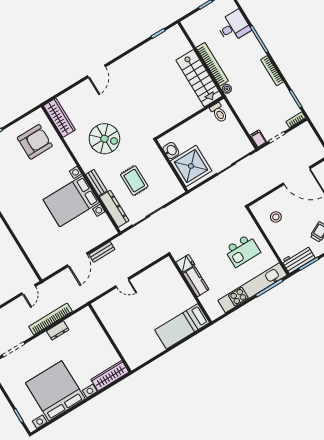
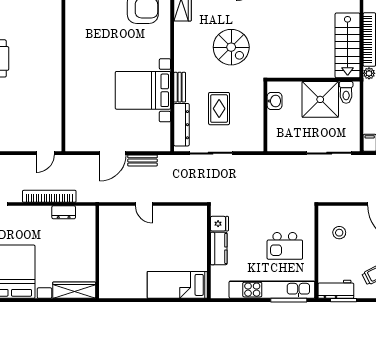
spiral stairs: (104, 139) -> (231, 47), moved
shower: (191, 166) -> (320, 99), moved
dresser: (58, 330) -> (64, 212), moved

